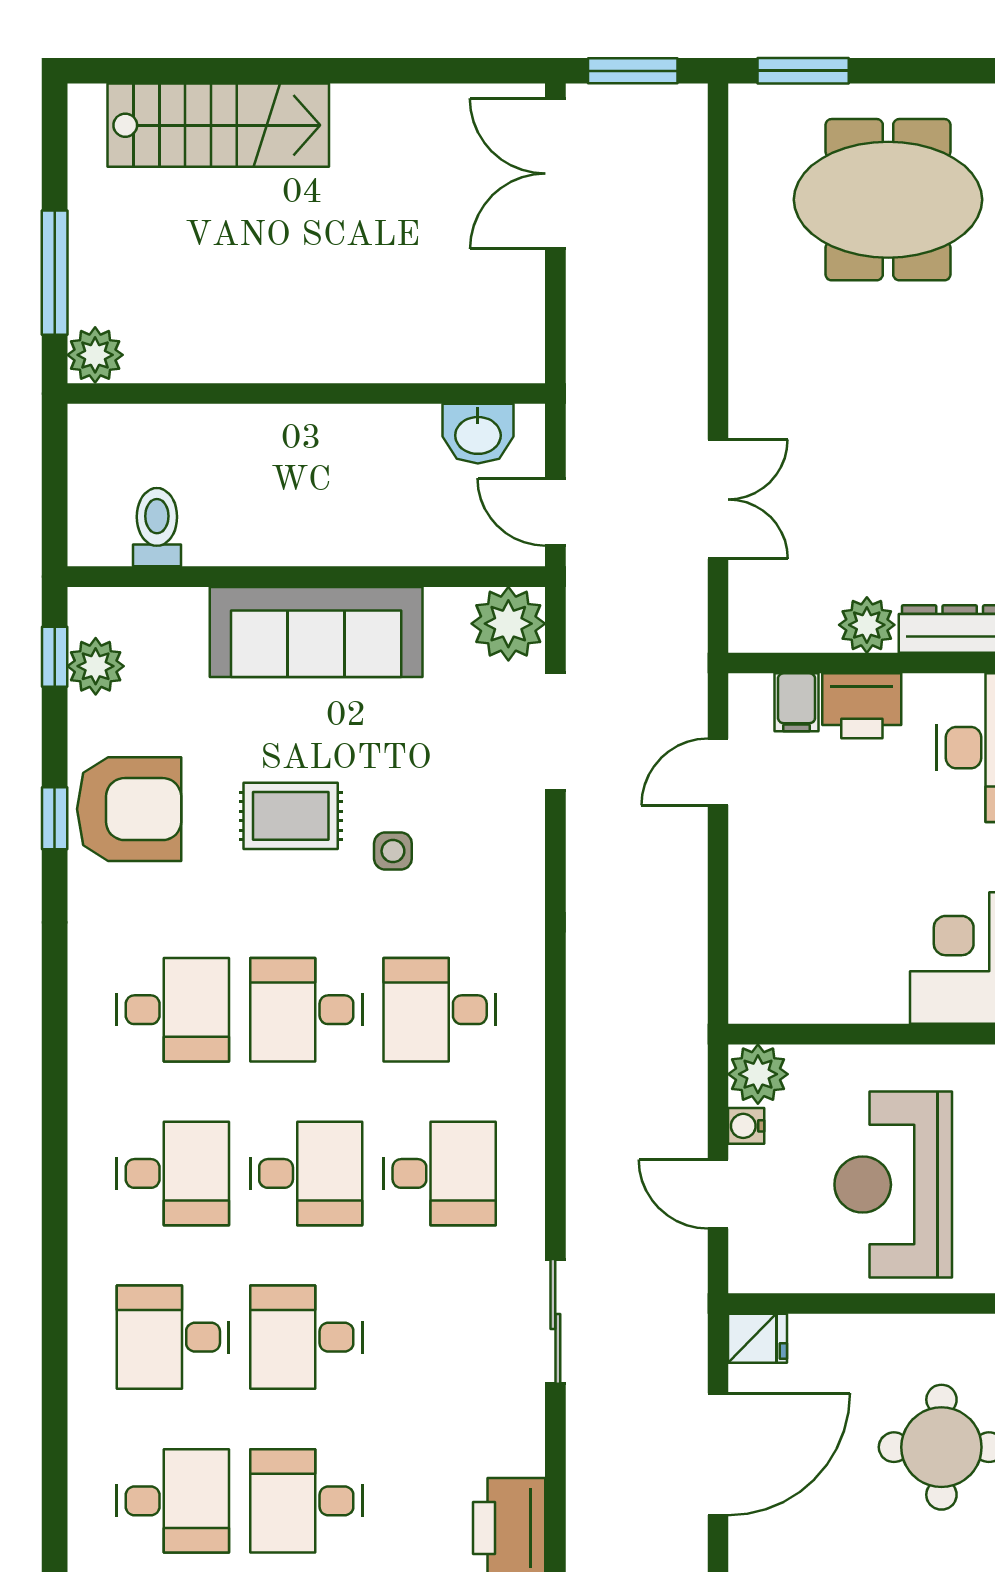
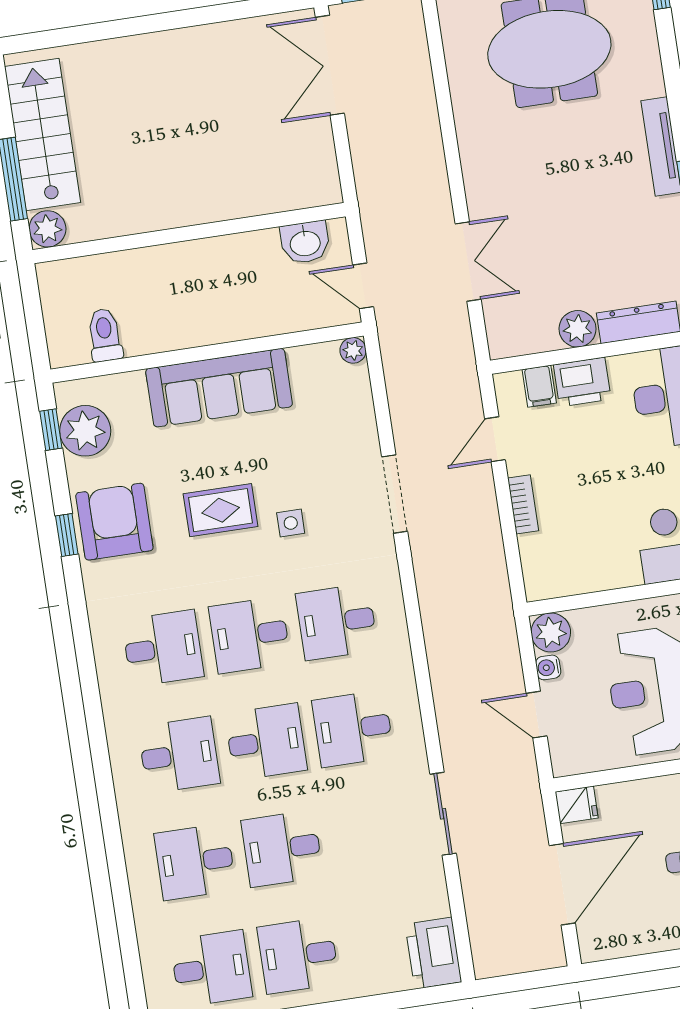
stairs: (218, 125) -> (43, 135), moved, turned -90
plant: (508, 624) -> (353, 350), width x0.53, depth x0.53
plant: (96, 666) -> (85, 431), width x1.36, depth x1.36
doorway: (555, 732) -> (395, 494), moved
armchair: (129, 809) -> (114, 522), turned -90
bookcase: (745, 876) -> (523, 504), added
desk: (440, 1173) -> (353, 729), turned 180

